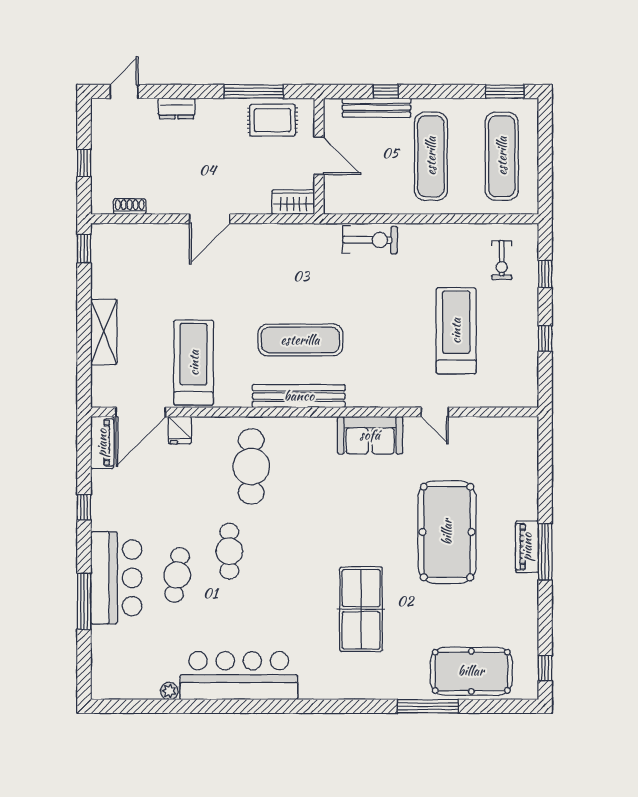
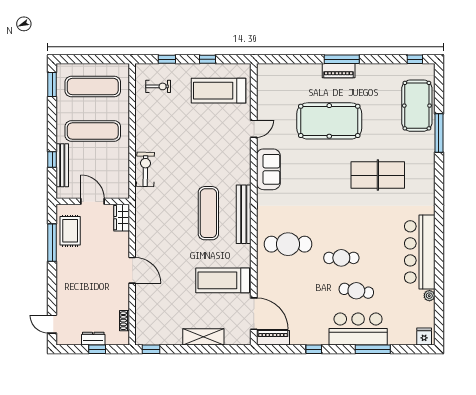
dresser: (177, 108) -> (93, 339), moved, turned -90
door: (319, 156) -> (93, 201), hinge flipped
treadmill: (456, 331) -> (218, 91), moved
fridge: (180, 430) -> (424, 337), moved, turned -90

